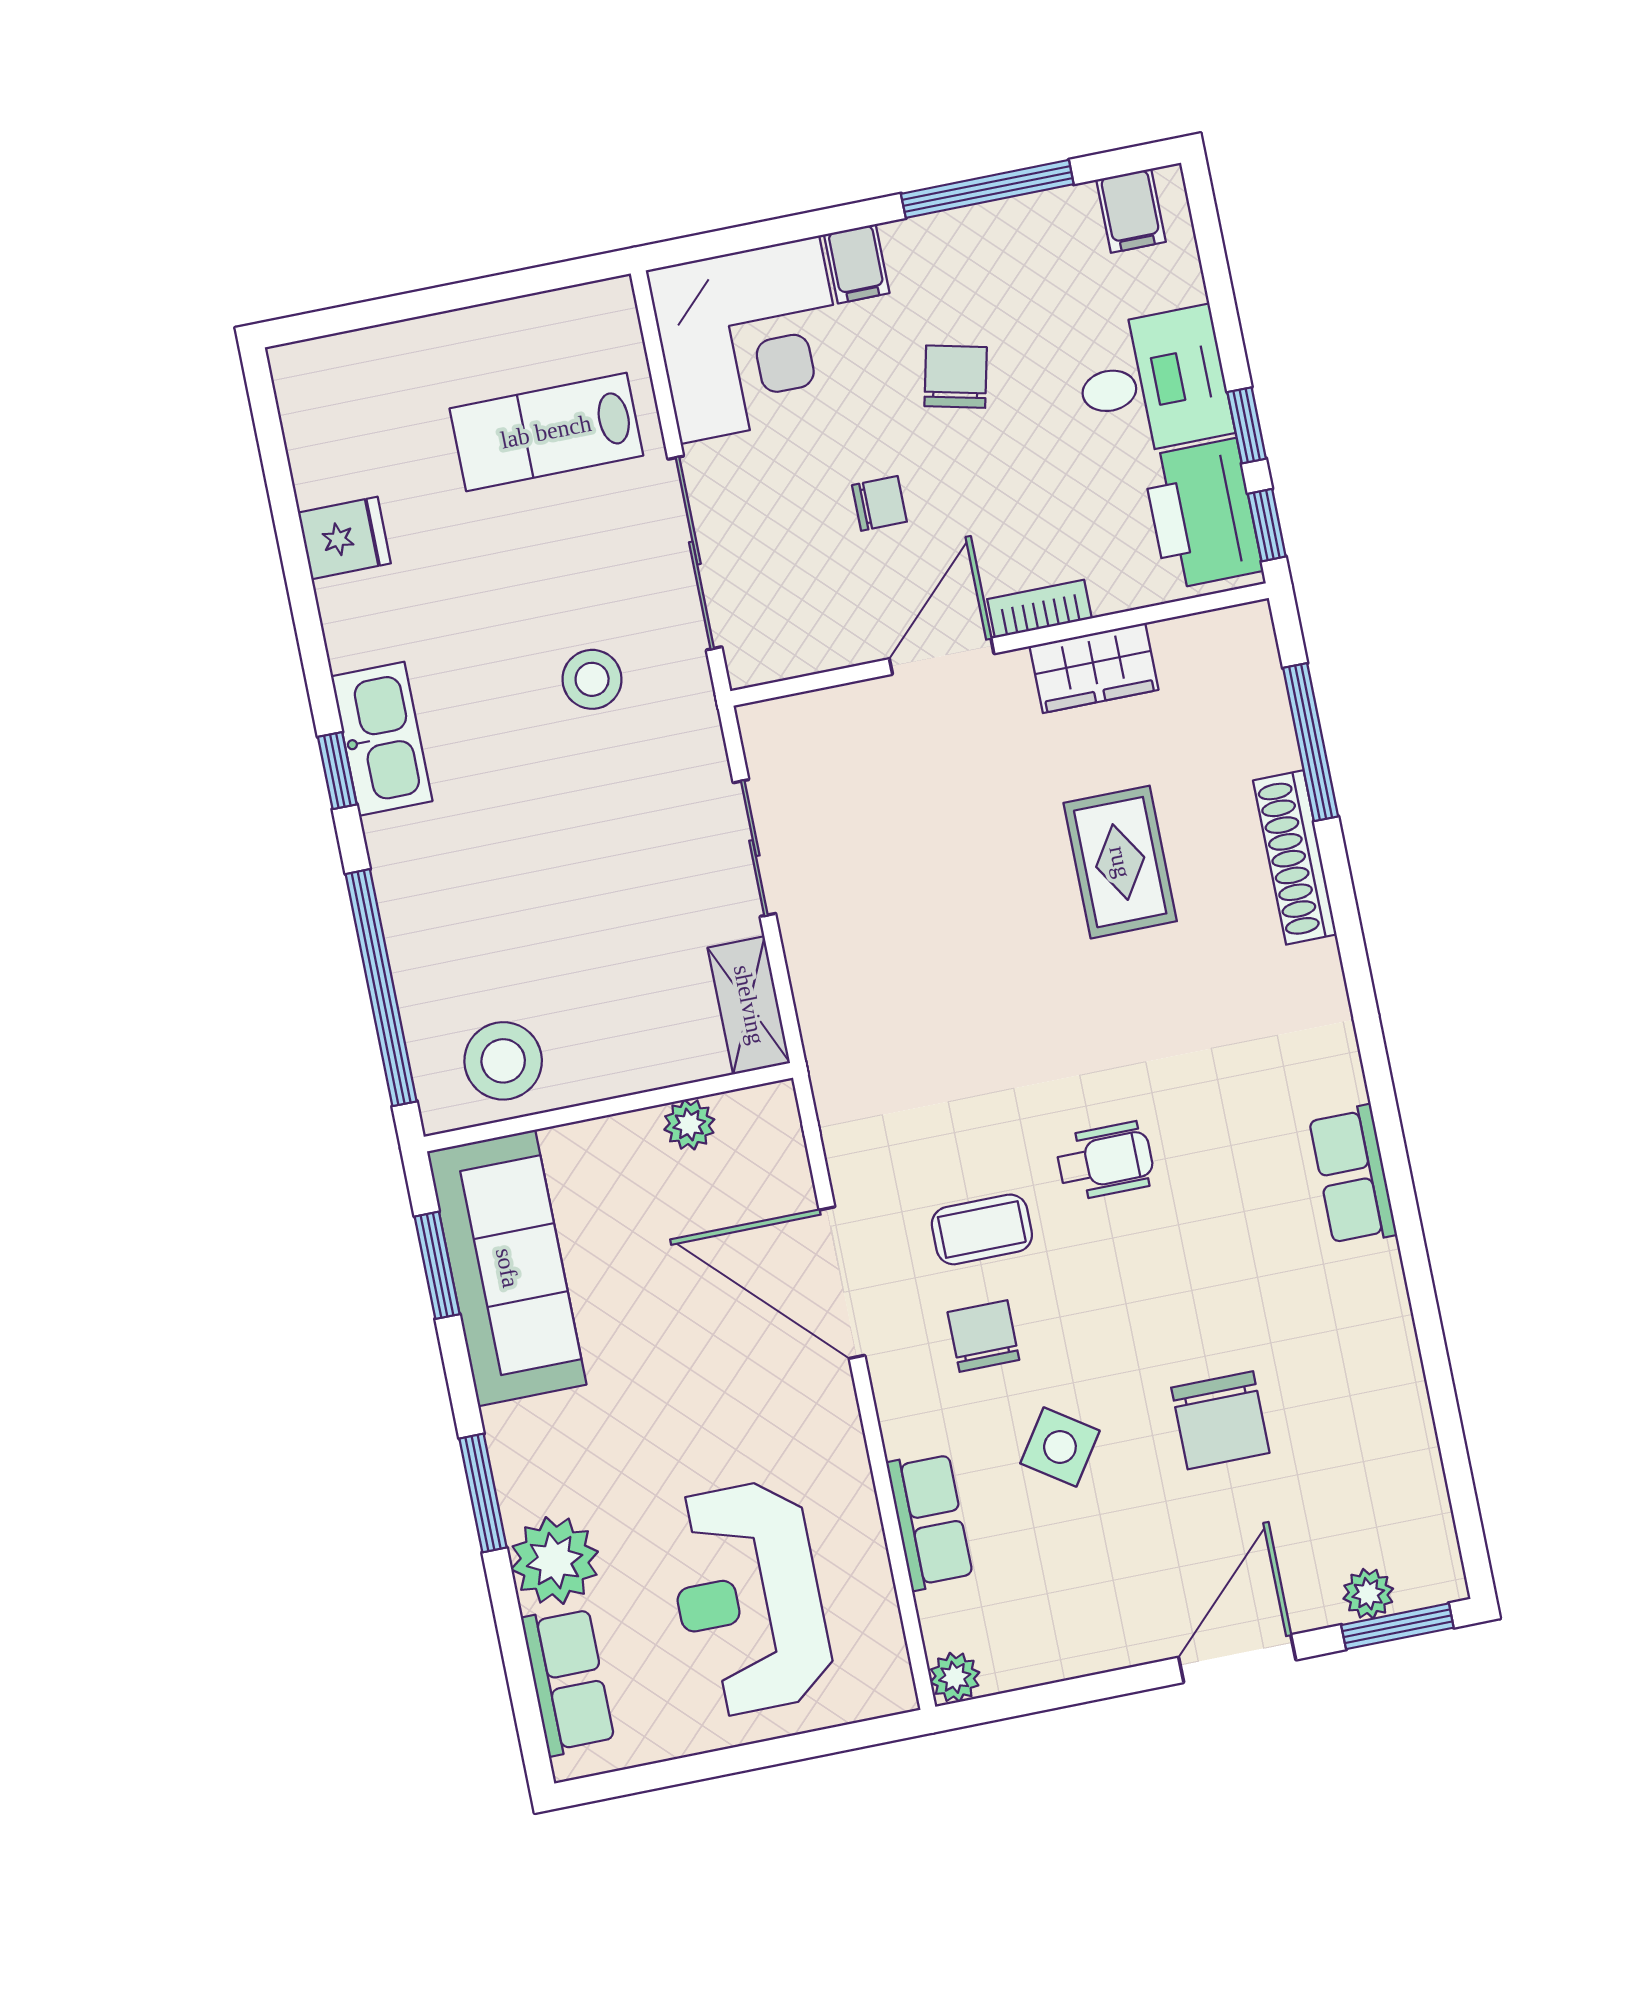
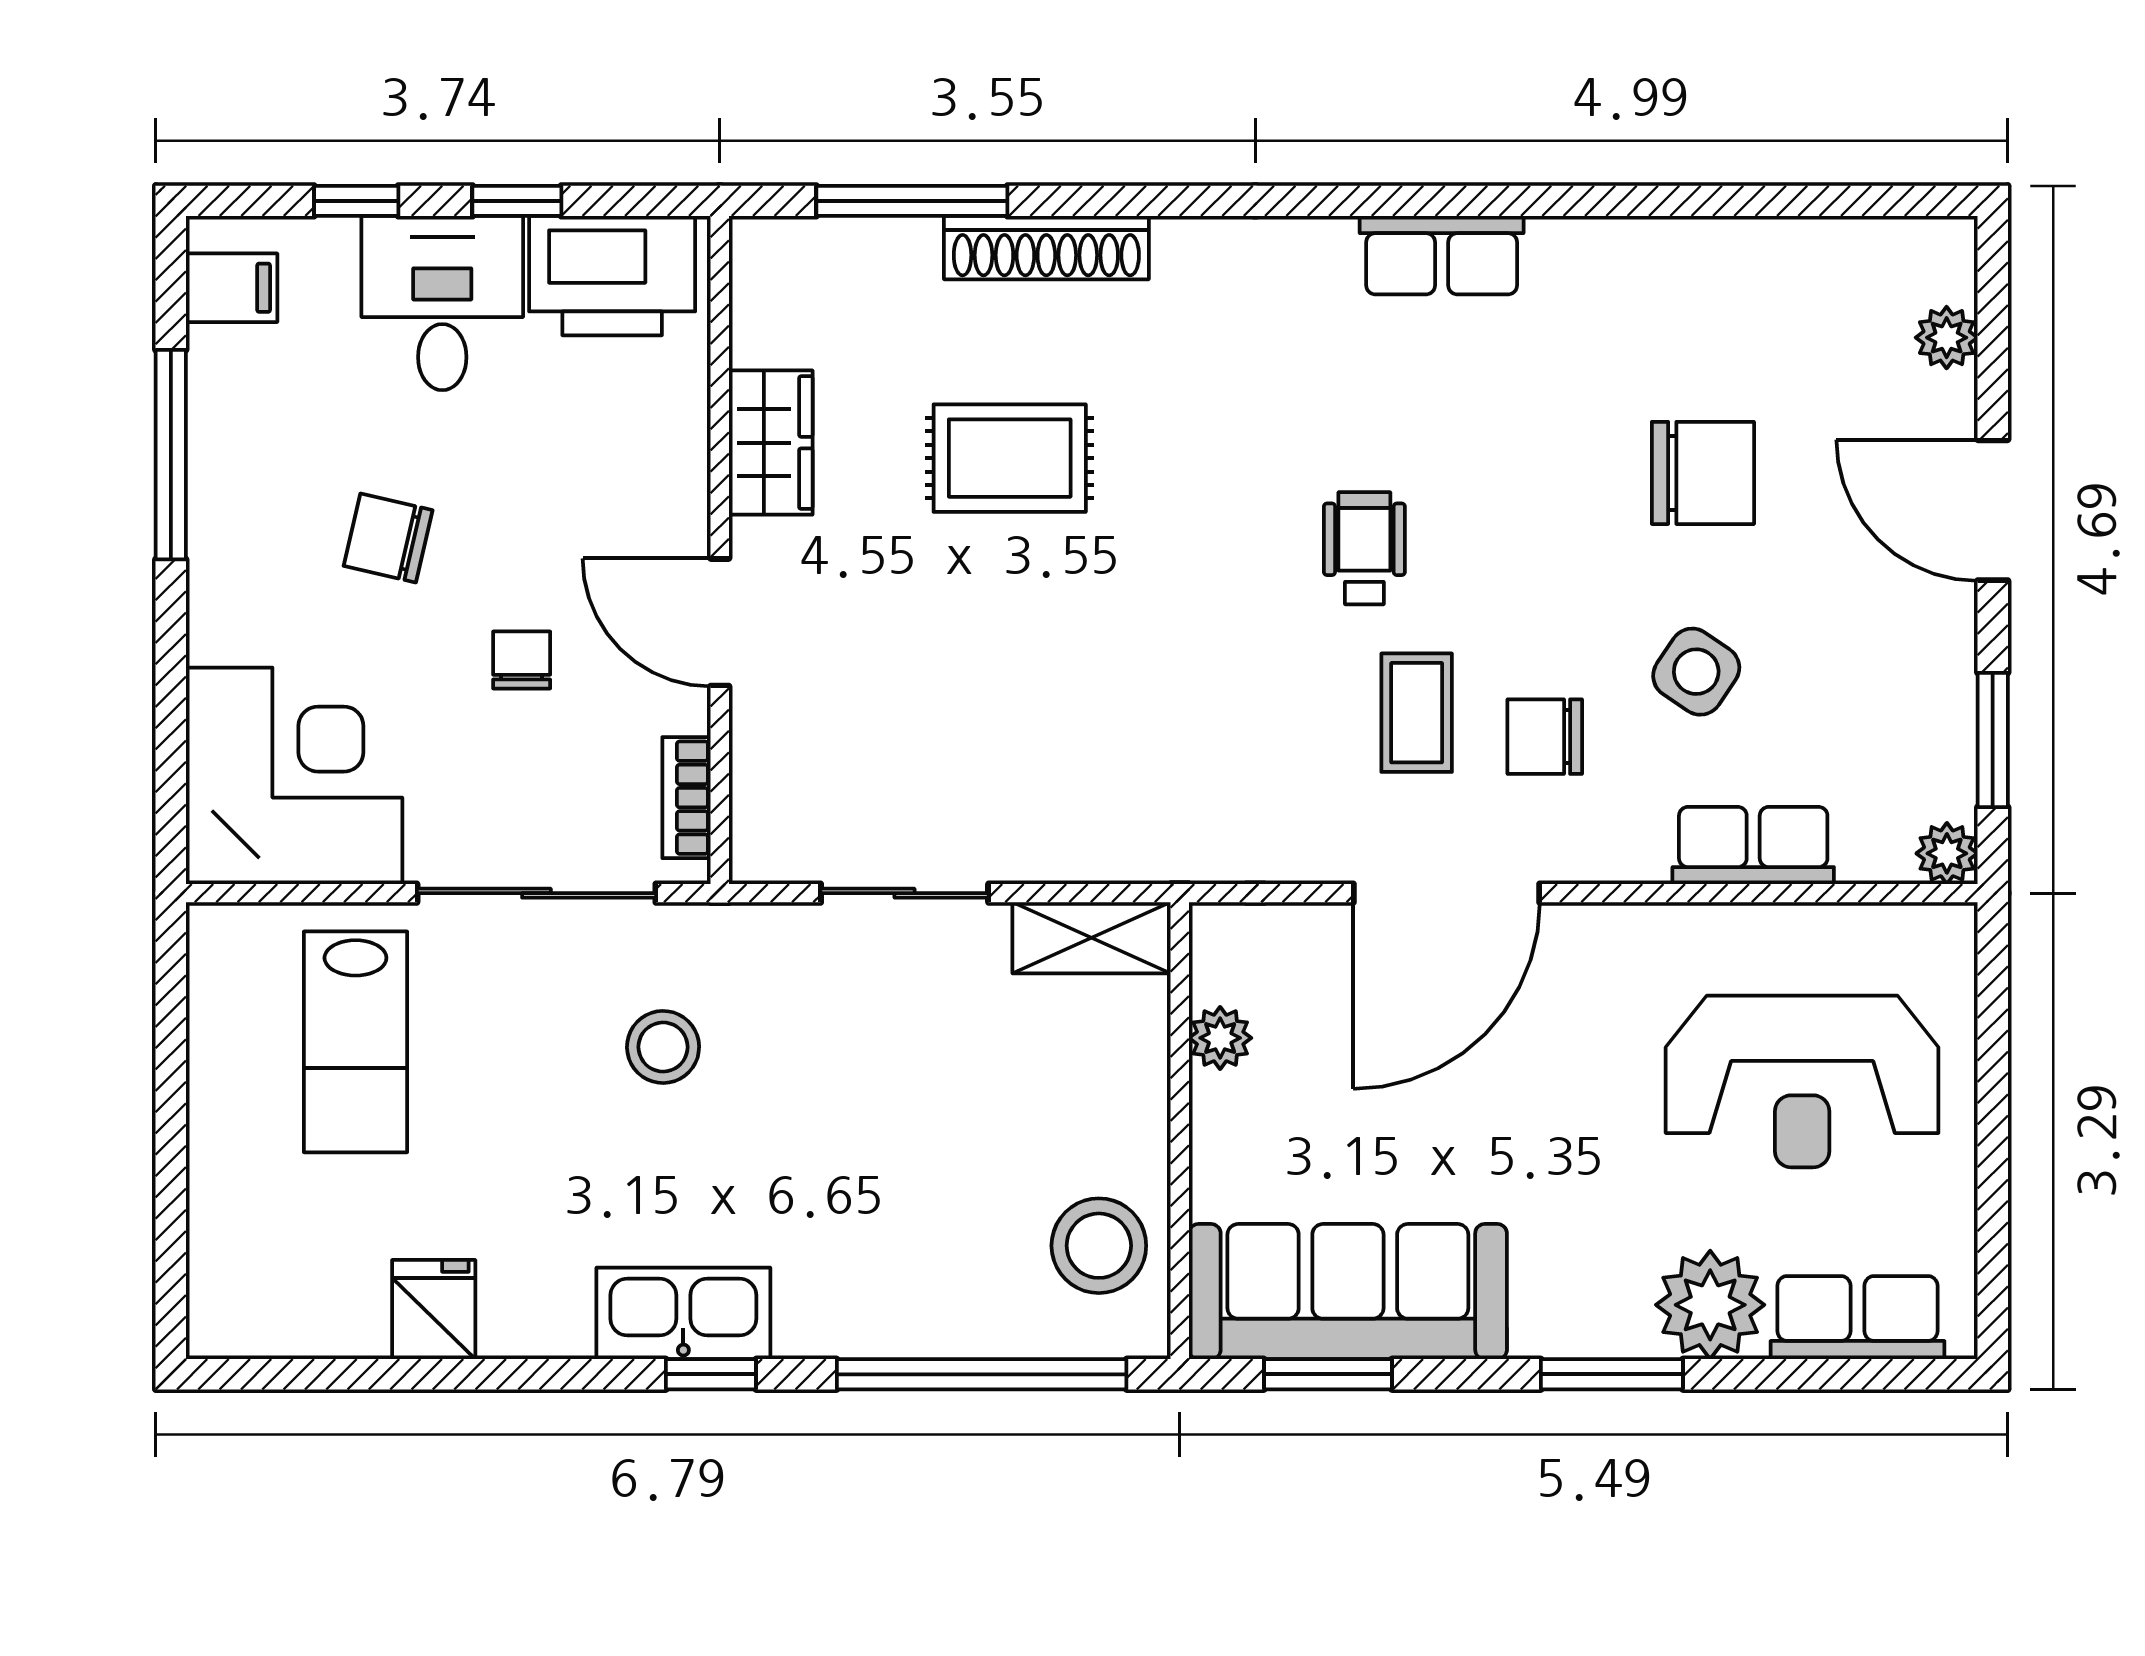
filing cabinet: (857, 264) -> (229, 629), removed
window: (1267, 525) -> (356, 201), moved
bookcase: (1039, 609) -> (687, 798), moved
window: (1397, 1626) -> (1993, 740), moved

